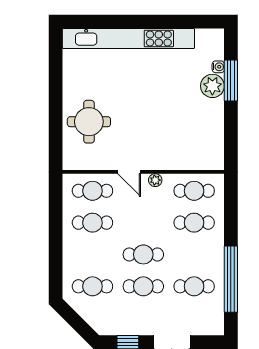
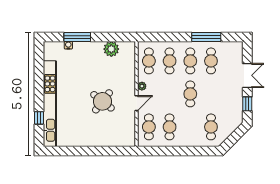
window: (106, 22) -> (39, 118), added
plant: (212, 86) -> (111, 49), moved
round table: (89, 122) -> (102, 101), moved, turned 38
window: (231, 279) -> (206, 37), width x0.68
cafe table: (143, 286) -> (190, 61), moved

